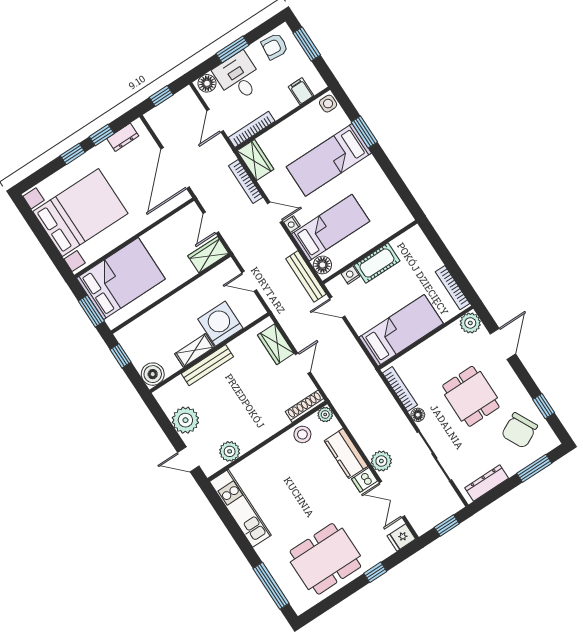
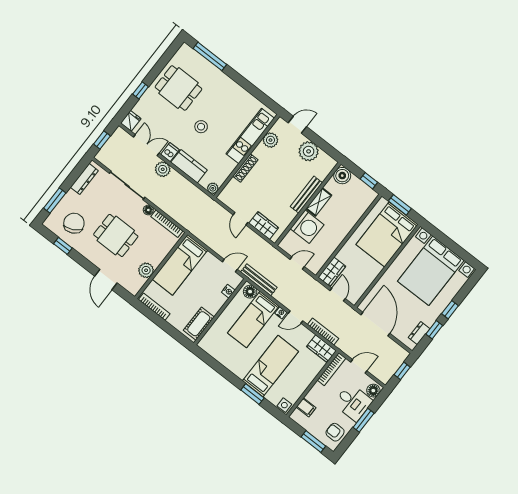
armchair: (275, 46) -> (335, 432), turned -96
door: (215, 121) -> (359, 366), hinge flipped
cot: (377, 263) -> (199, 324), moved
plant: (470, 323) -> (146, 270), moved
shoe rack: (305, 406) -> (245, 168), moved
stool: (302, 434) -> (201, 127), moved
kitchen unit: (240, 508) -> (250, 136), moved, turned 90
dining table: (325, 559) -> (178, 88), width x0.73

